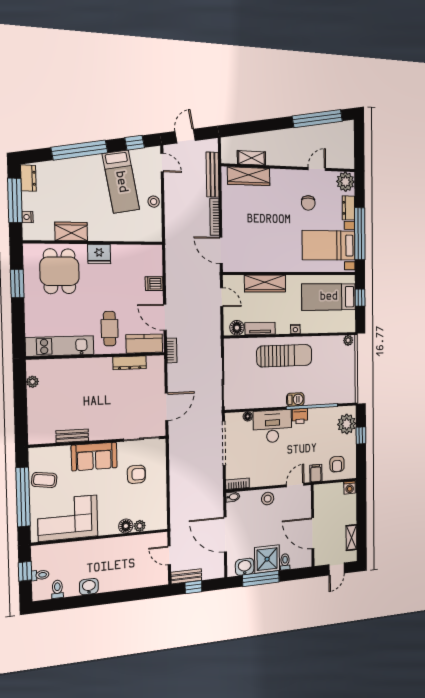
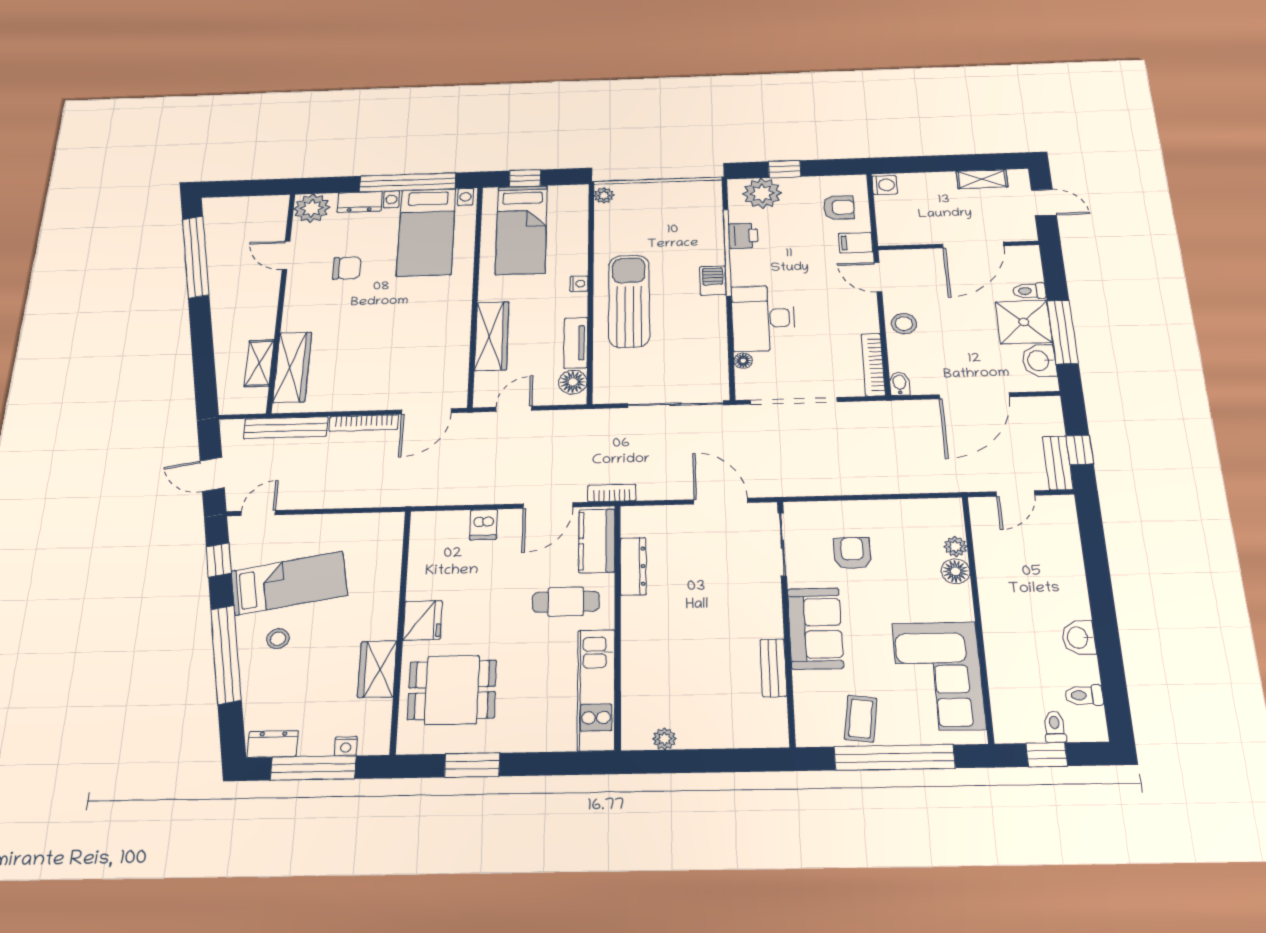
stool: (154, 202) -> (278, 639), moved
printer: (300, 416) -> (743, 236), moved
bookcase: (238, 484) -> (873, 365), width x1.56

